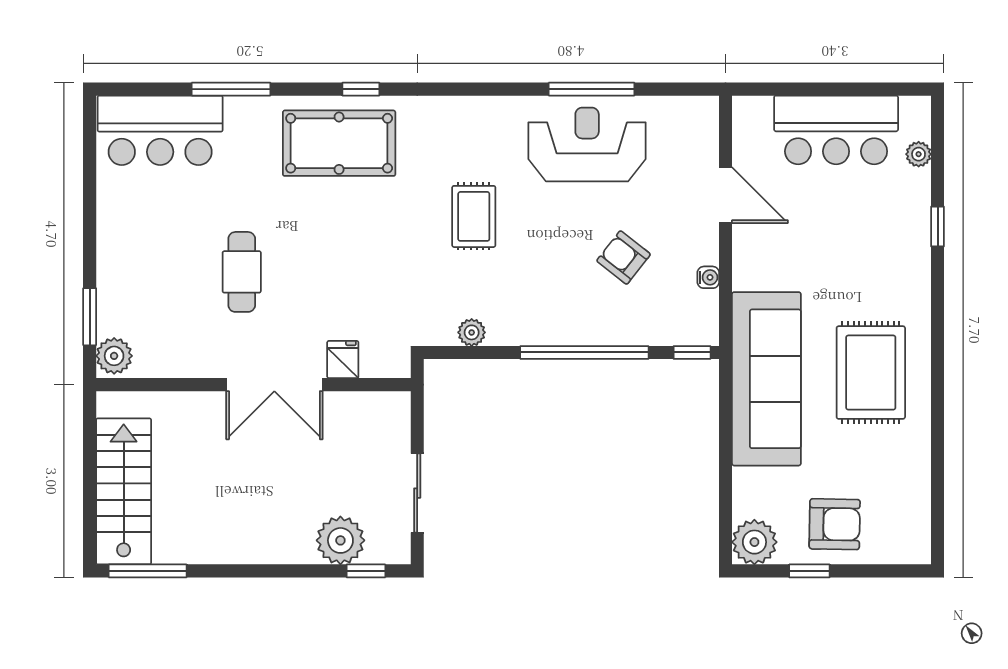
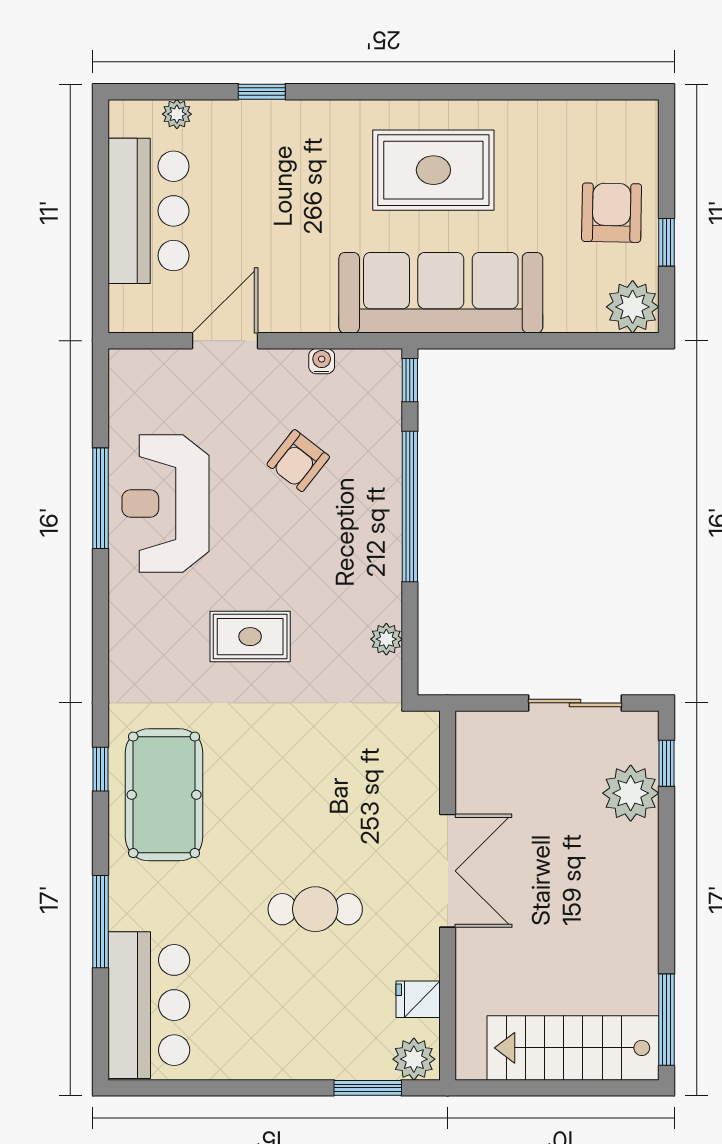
fridge: (343, 359) -> (418, 999), moved

